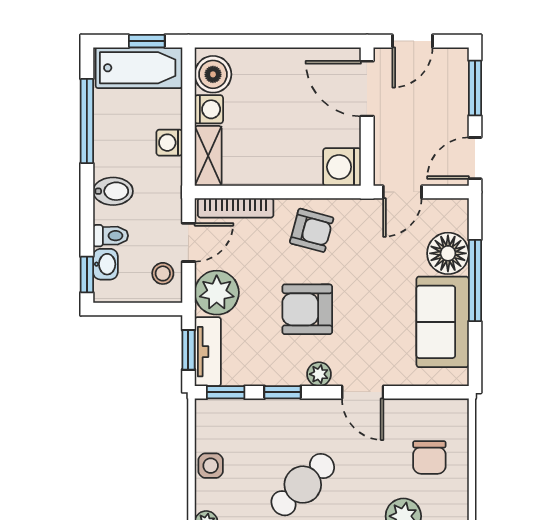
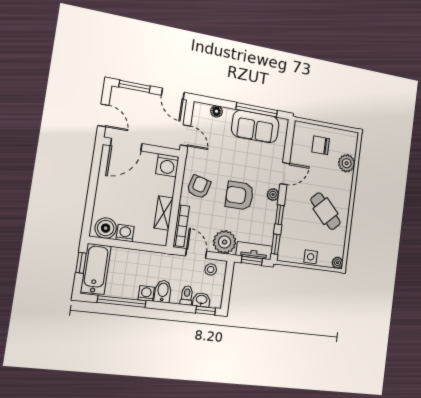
washing machine: (169, 143) -> (146, 293), moved, turned 180
shelving: (208, 156) -> (164, 213), moved, turned 90
floor lamp: (448, 253) -> (216, 111), width x0.53, depth x0.53
window: (475, 281) -> (257, 110), moved
armchair: (307, 309) -> (240, 196), turned 90
chair: (429, 457) -> (321, 145), turned 180

